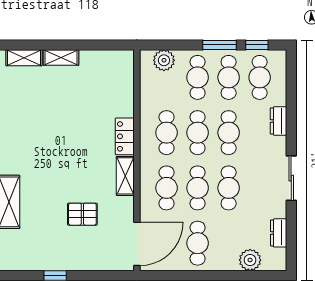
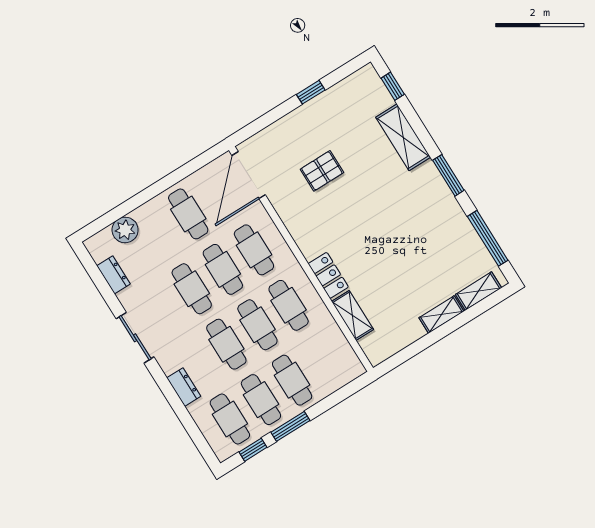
plant: (164, 60) -> (336, 376), removed
shelving: (125, 176) -> (352, 315), moved

